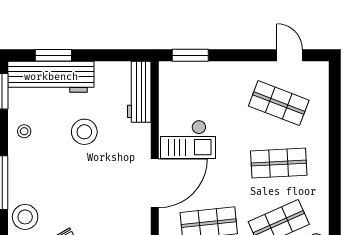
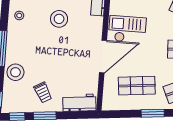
checkout: (188, 139) -> (127, 29), turned 180

